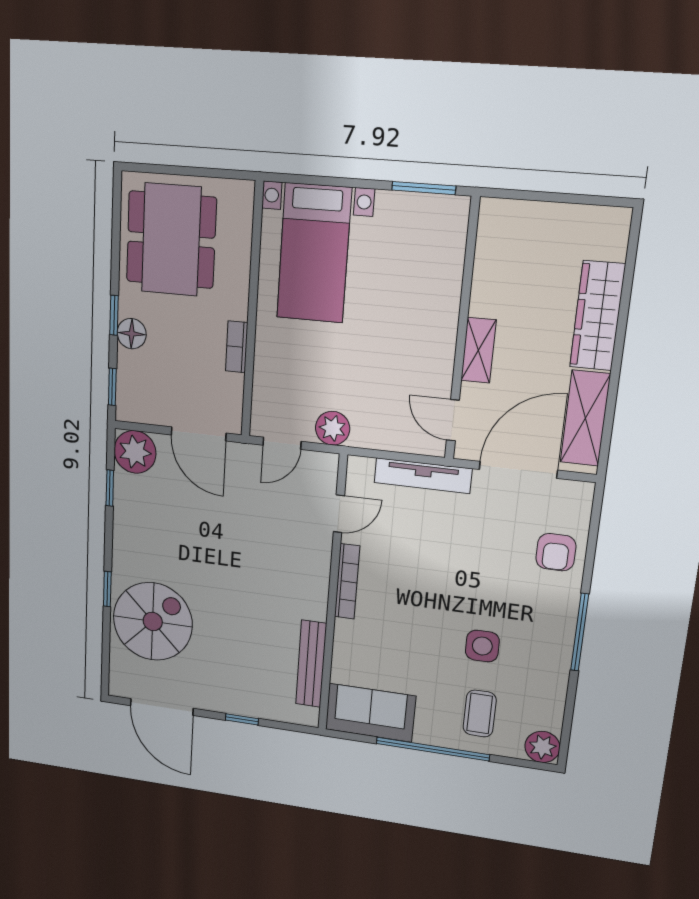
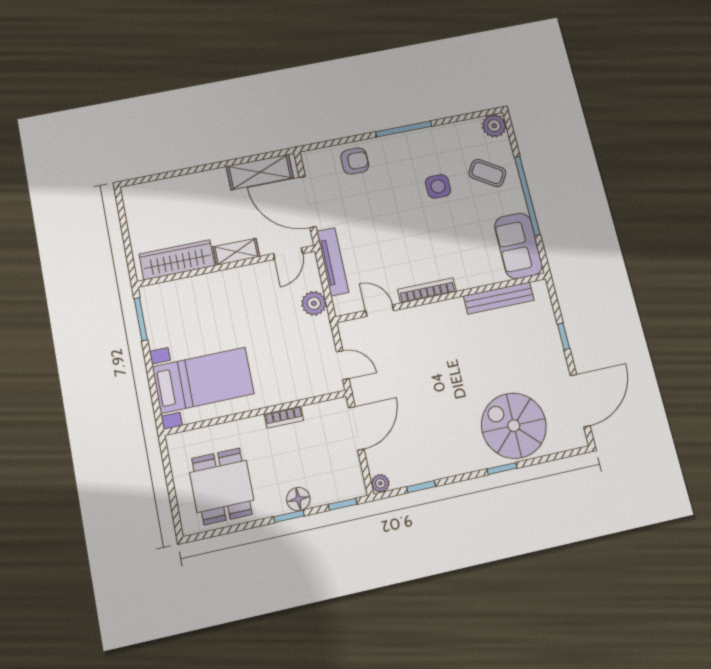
dining table: (171, 240) -> (222, 486), width x0.73
wardrobe: (597, 316) -> (177, 260), moved, turned 180
plant: (333, 428) -> (314, 303), moved
plant: (135, 452) -> (380, 483), width x0.53, depth x0.53
coffee table: (480, 713) -> (487, 173), turned 32

